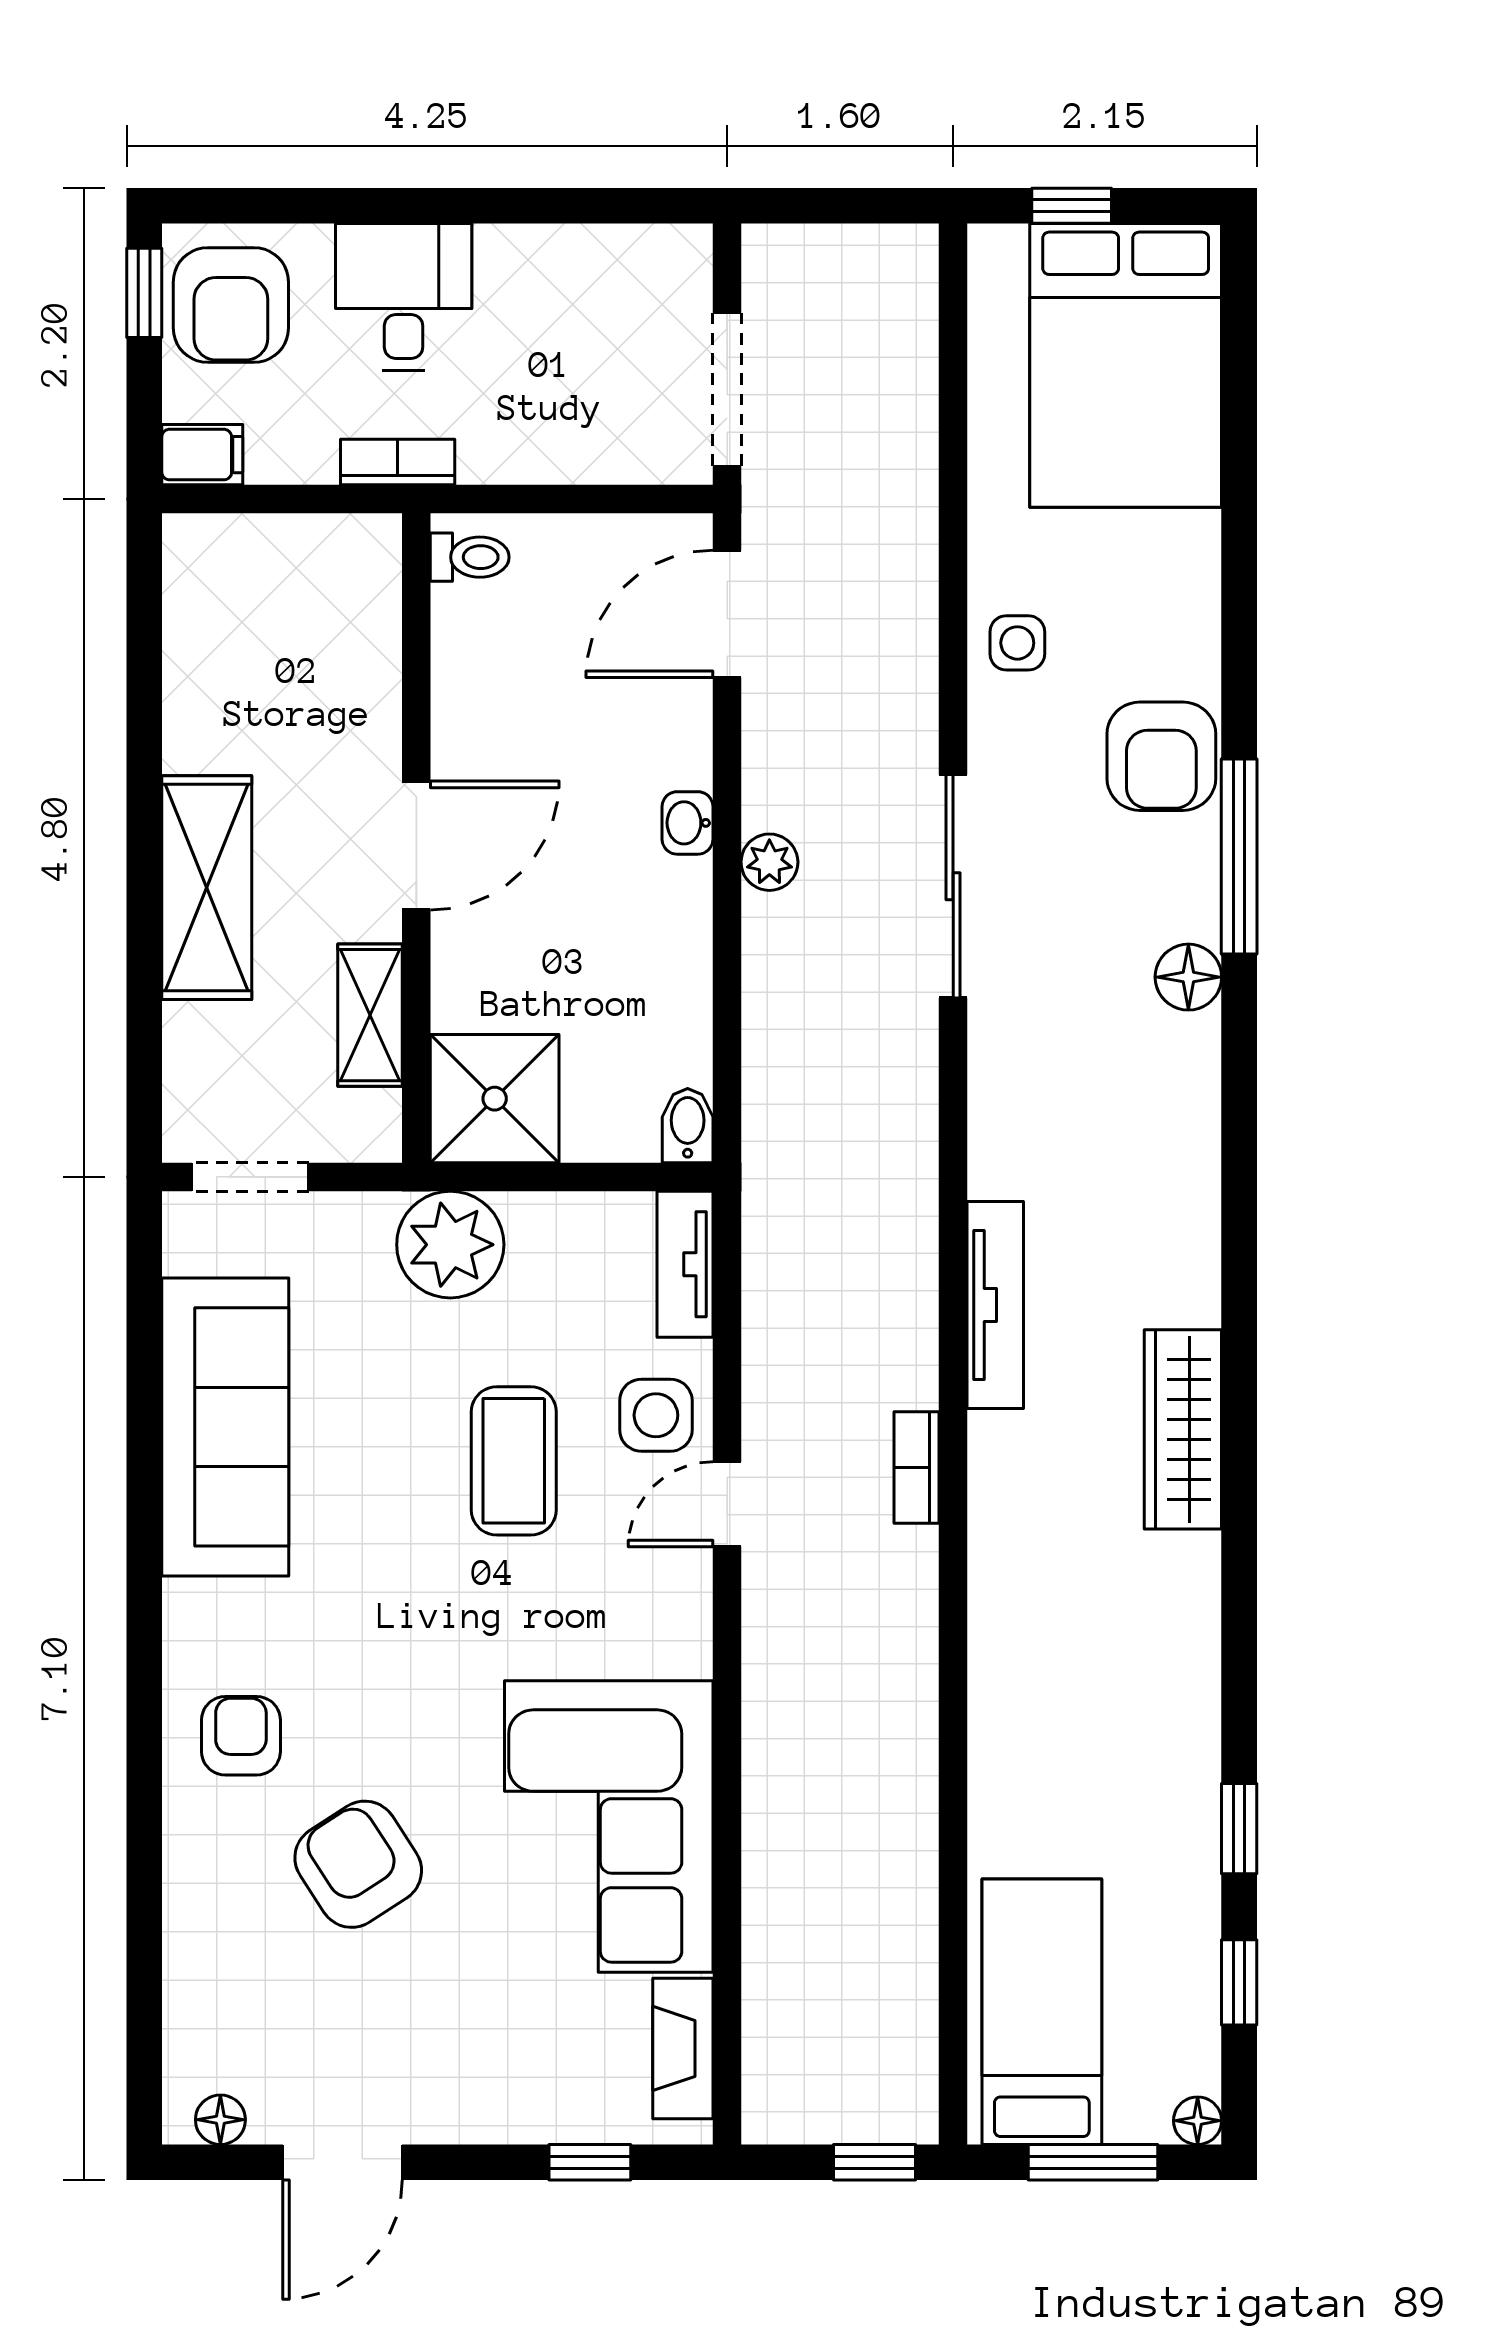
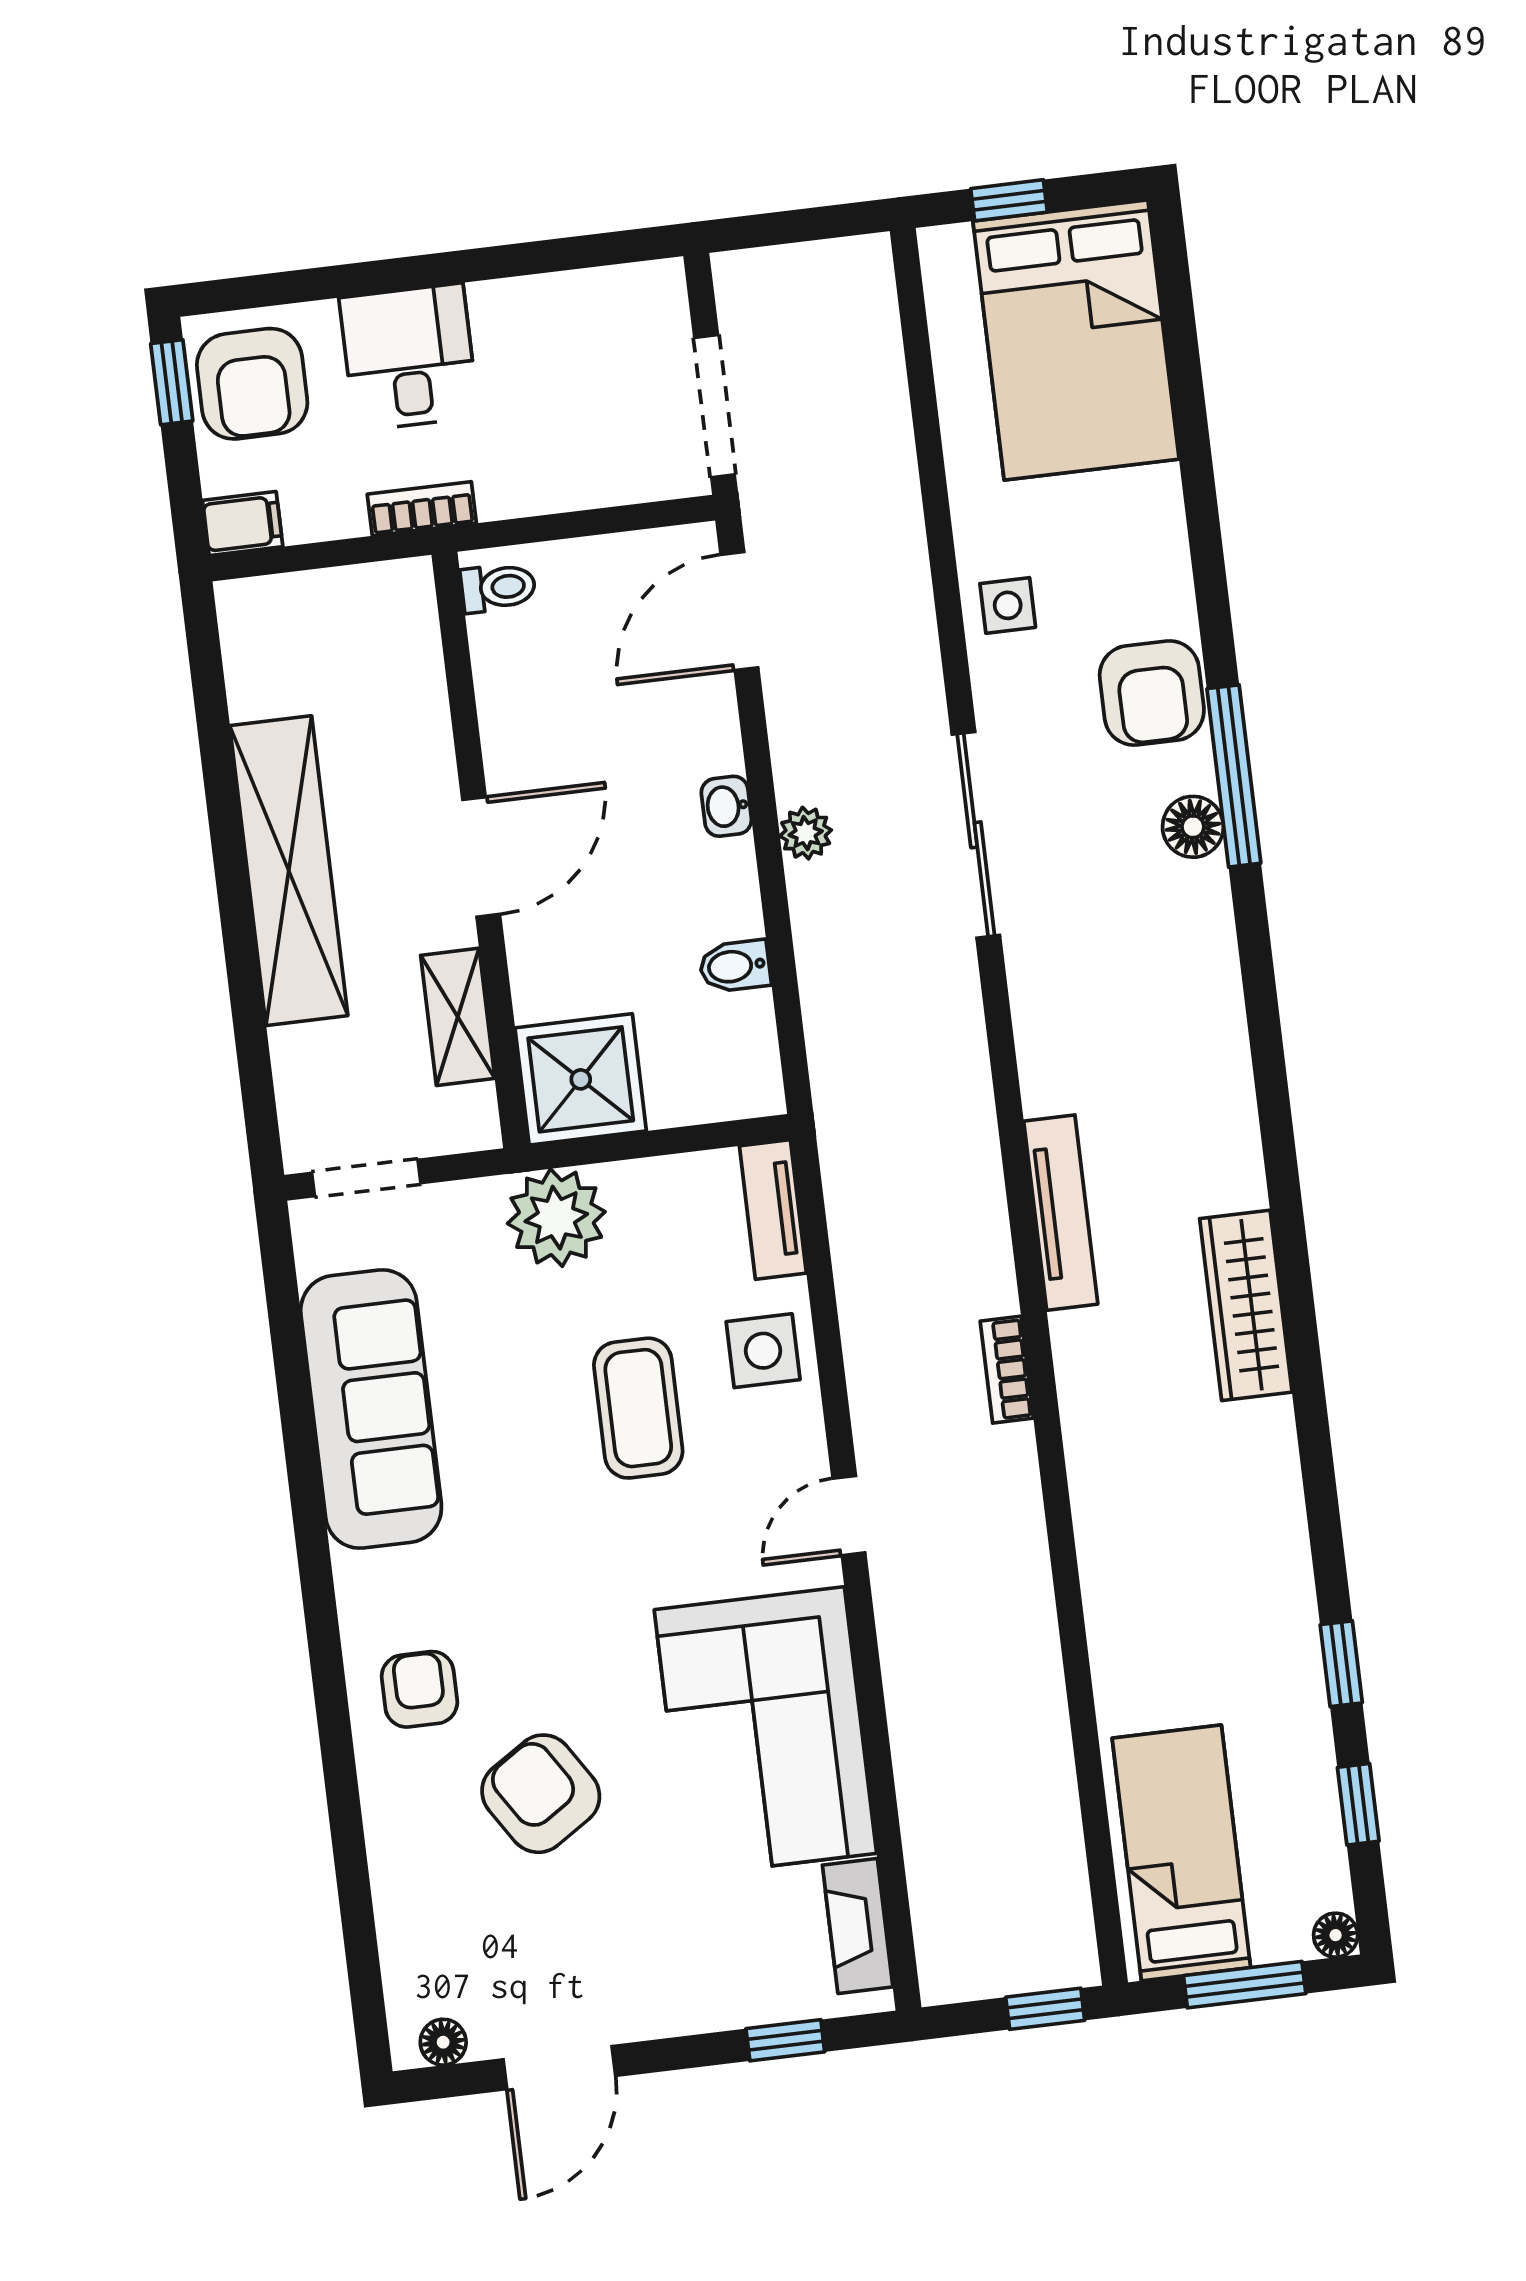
shelving: (207, 888) -> (289, 871), width x1.47
floor lamp: (1188, 977) -> (1193, 827), moved
bidet: (688, 1126) -> (735, 966), moved, turned -90
door: (727, 1504) -> (849, 1516), moved

